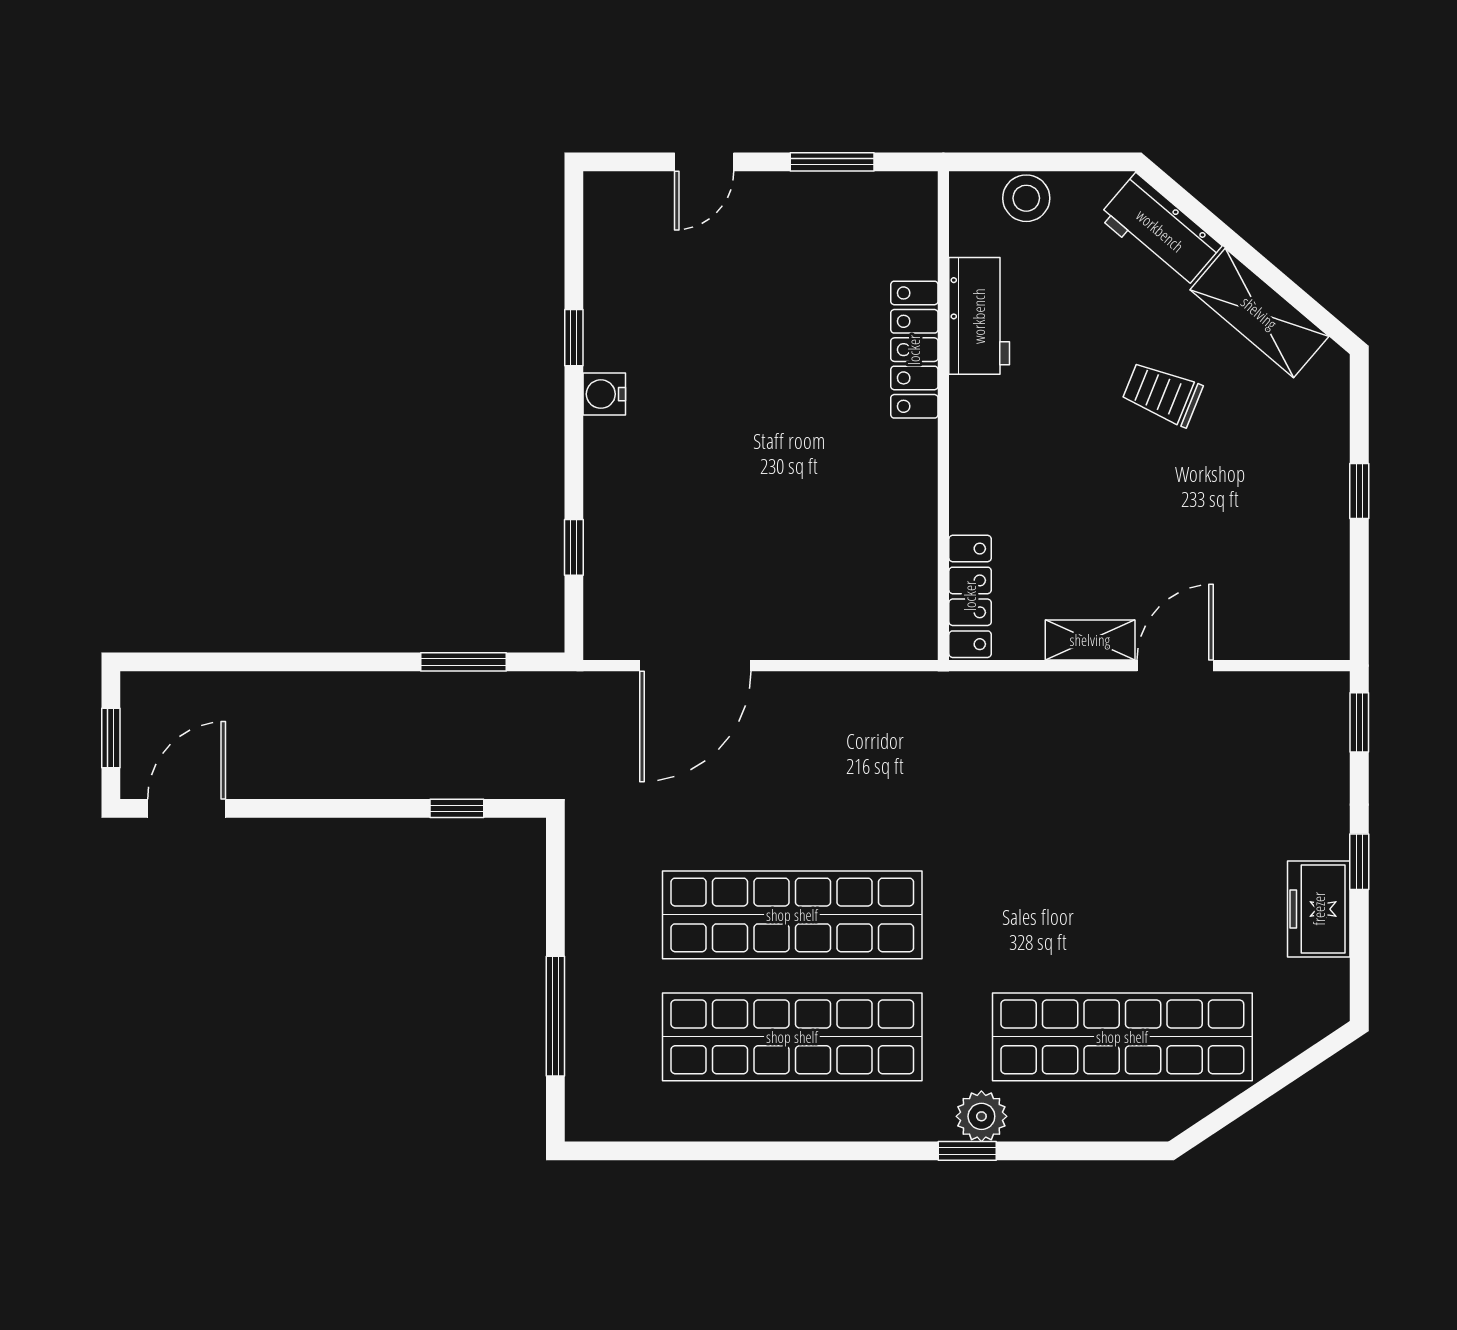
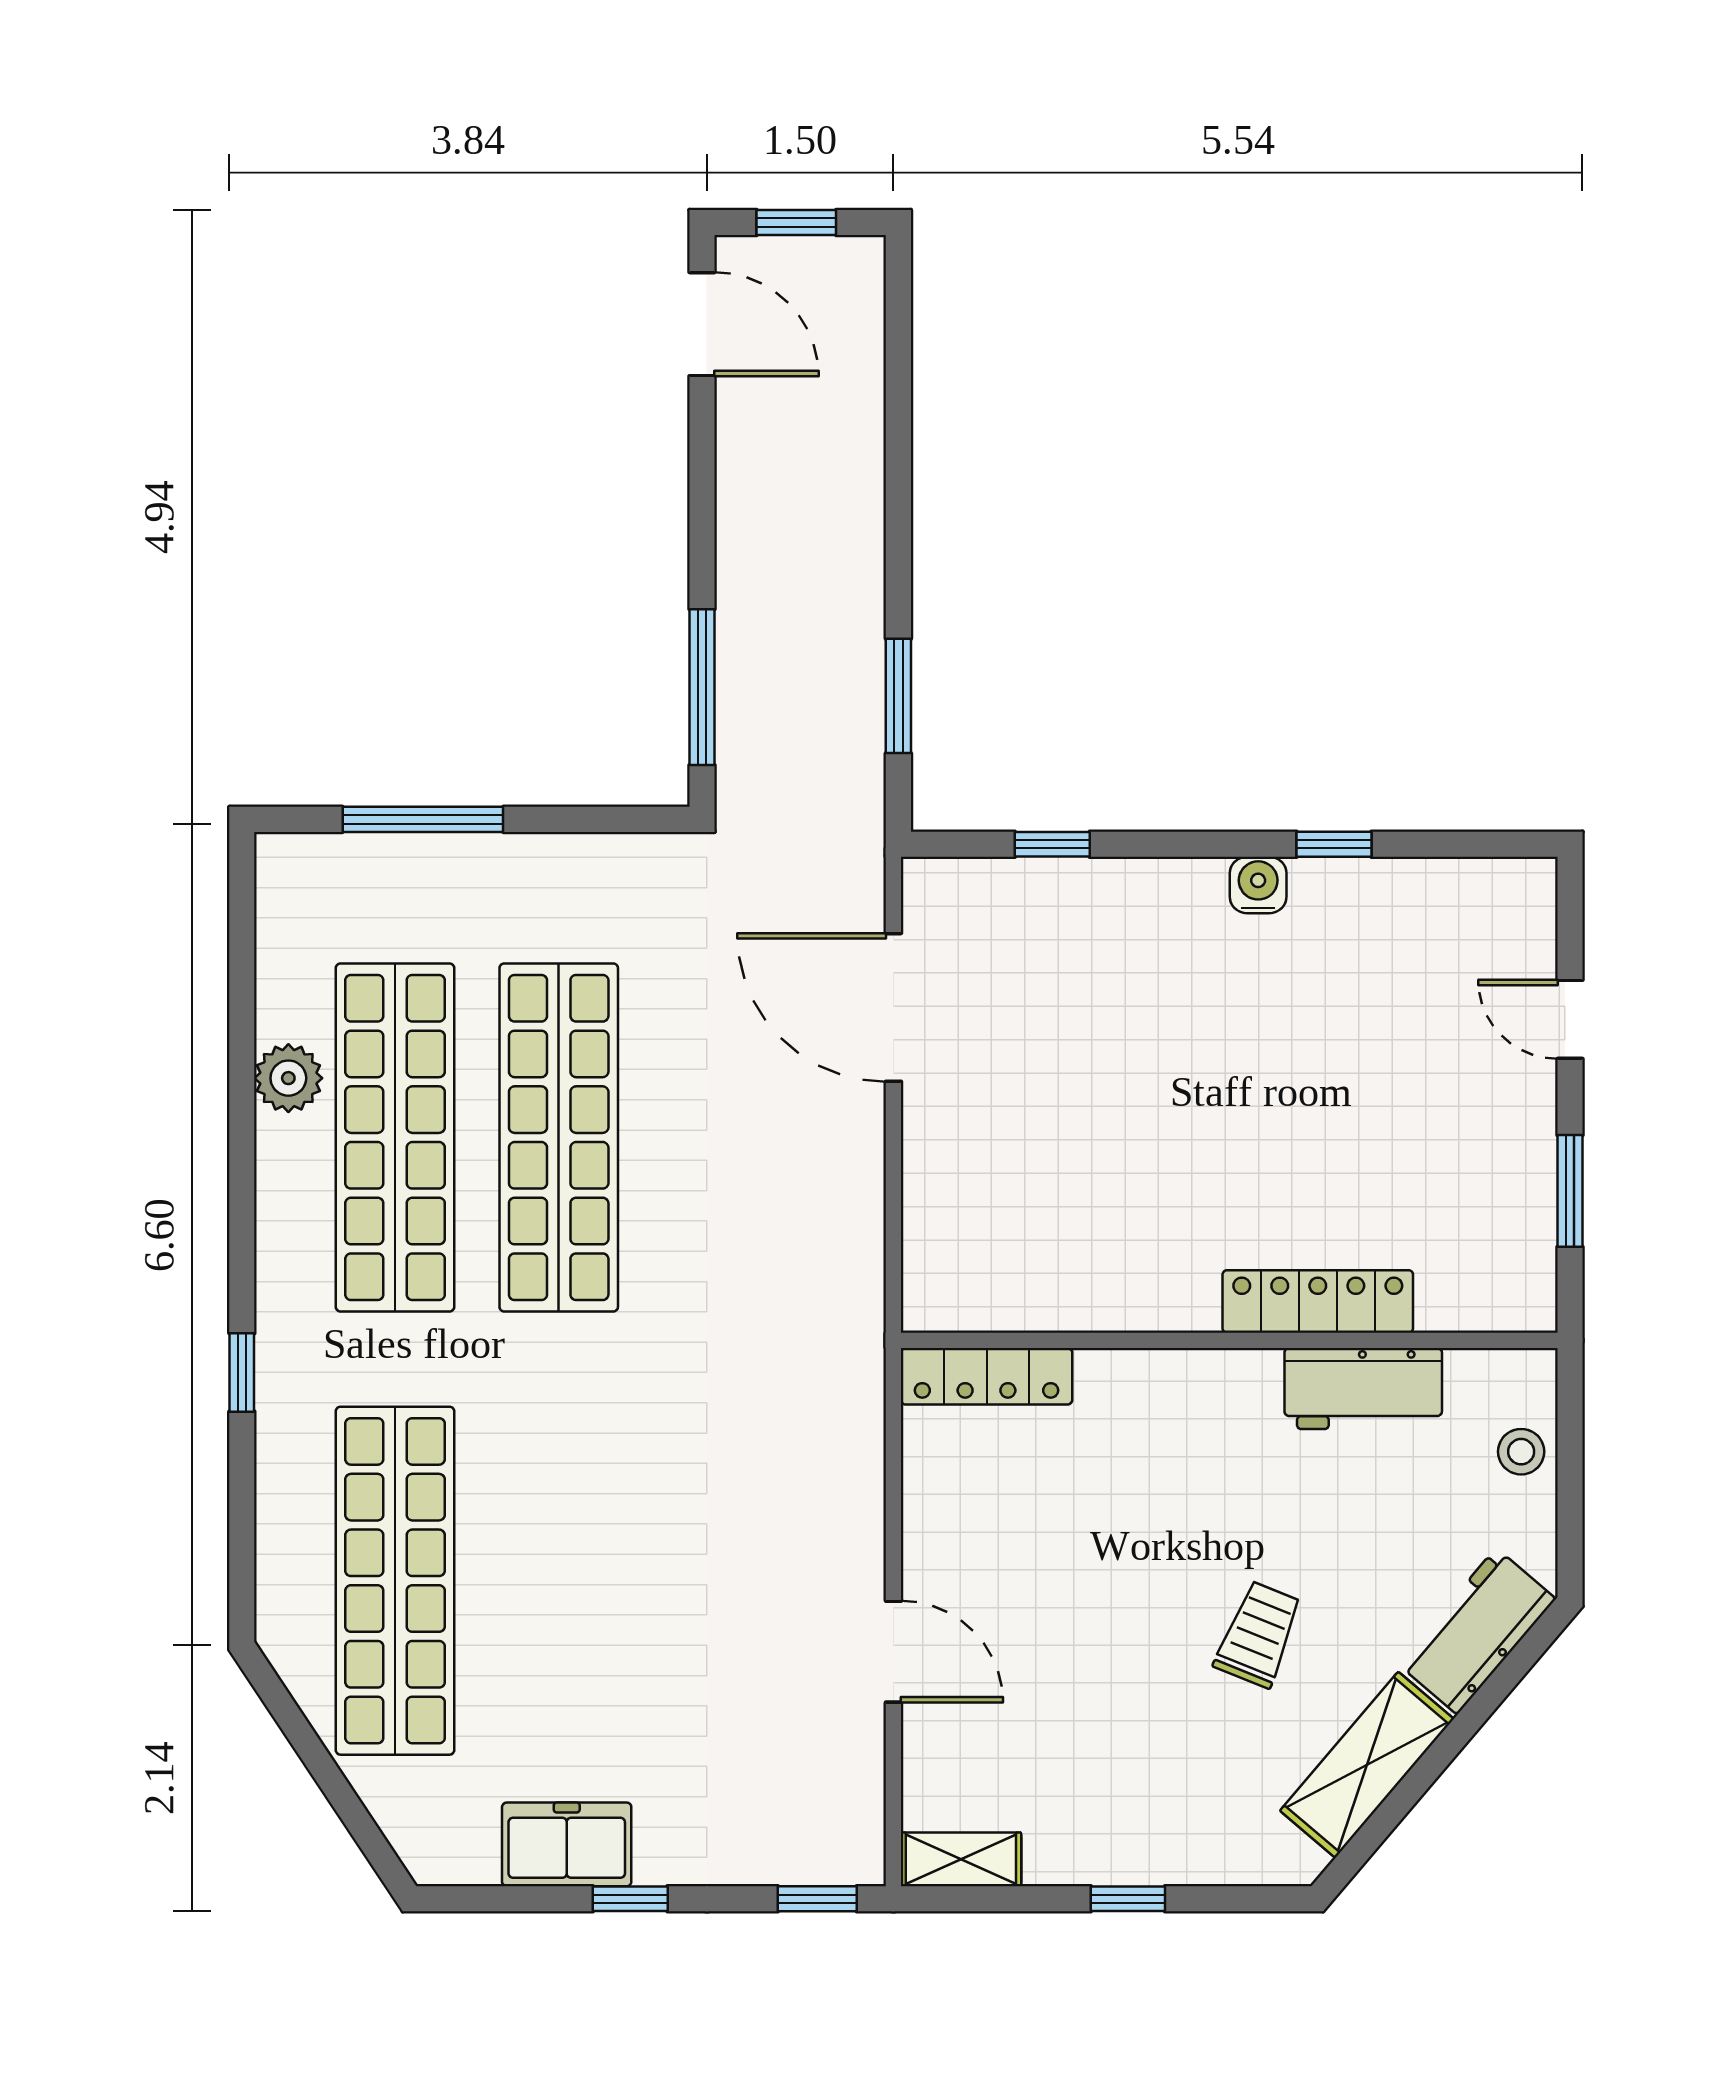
stool: (1026, 198) -> (1521, 1452), width x0.73, depth x0.73
shelving: (1090, 640) -> (961, 1859), moved, turned 90
window: (457, 808) -> (702, 687), width x2.17
plant: (981, 1116) -> (288, 1078), moved

